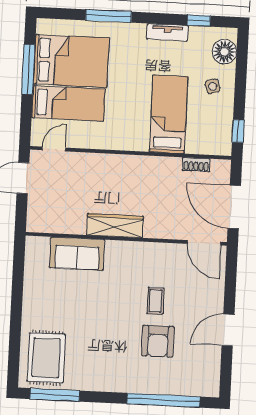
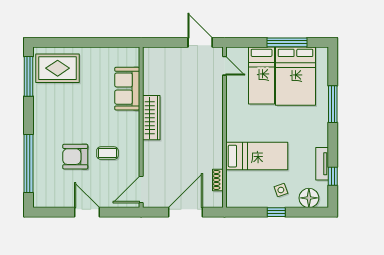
tv unit: (168, 32) -> (322, 164), moved
window: (238, 131) -> (276, 212), moved
wardrobe: (115, 226) -> (151, 118), moved
wall: (126, 239) -> (141, 127), moved
door: (204, 243) -> (141, 189), moved
sofa: (77, 254) -> (127, 89), moved

